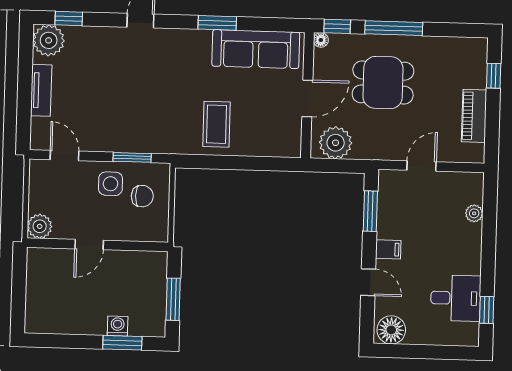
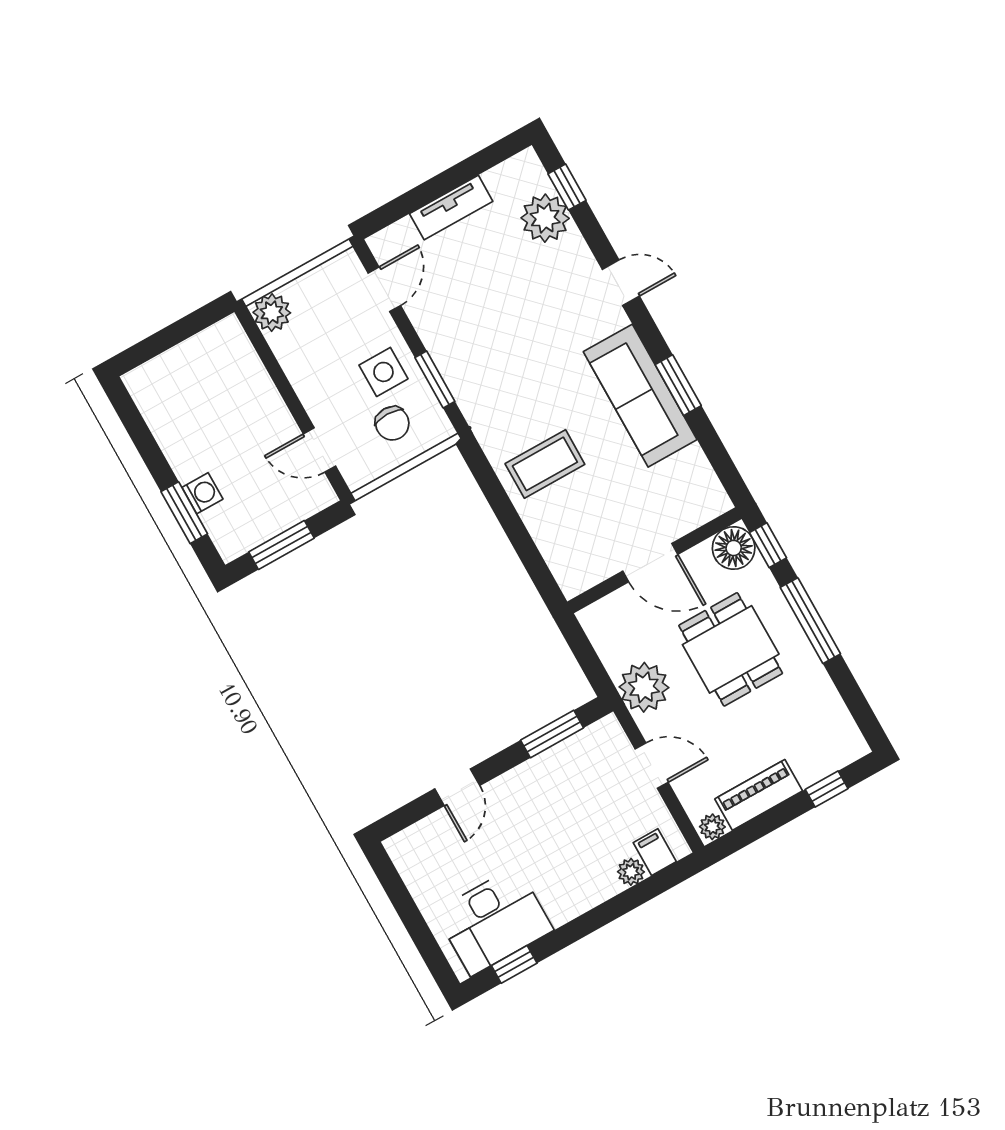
plant: (49, 40) -> (545, 218), moved
floor lamp: (321, 40) -> (734, 548), width x1.89, depth x1.89
sofa: (256, 49) -> (640, 396), moved
plant: (336, 143) -> (644, 687), moved
plant: (476, 153) -> (712, 827), added
door: (89, 245) -> (319, 450), moved
filing cabinet: (388, 249) -> (655, 852), moved, turned 180
desk: (456, 298) -> (494, 921), width x1.37
floor lamp: (391, 330) -> (413, 855), removed

